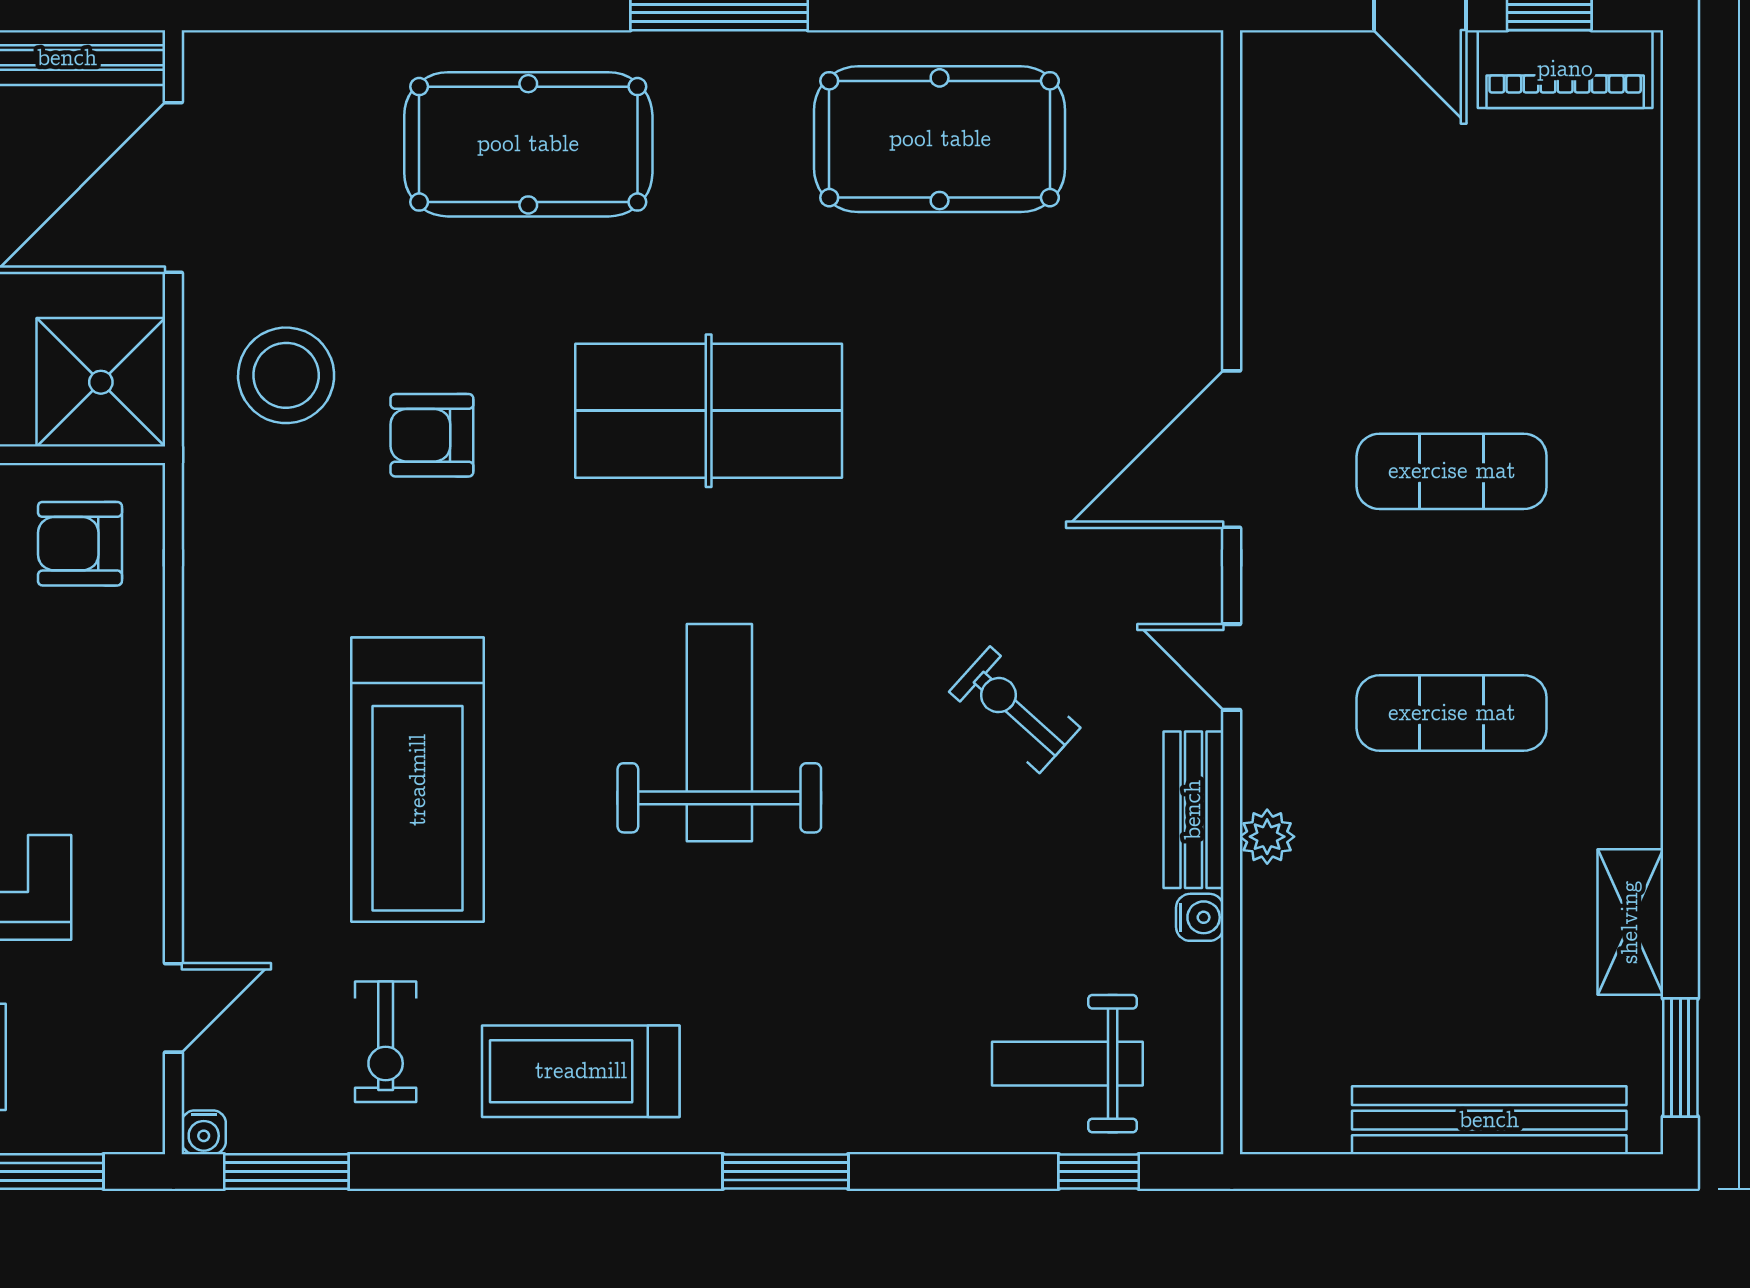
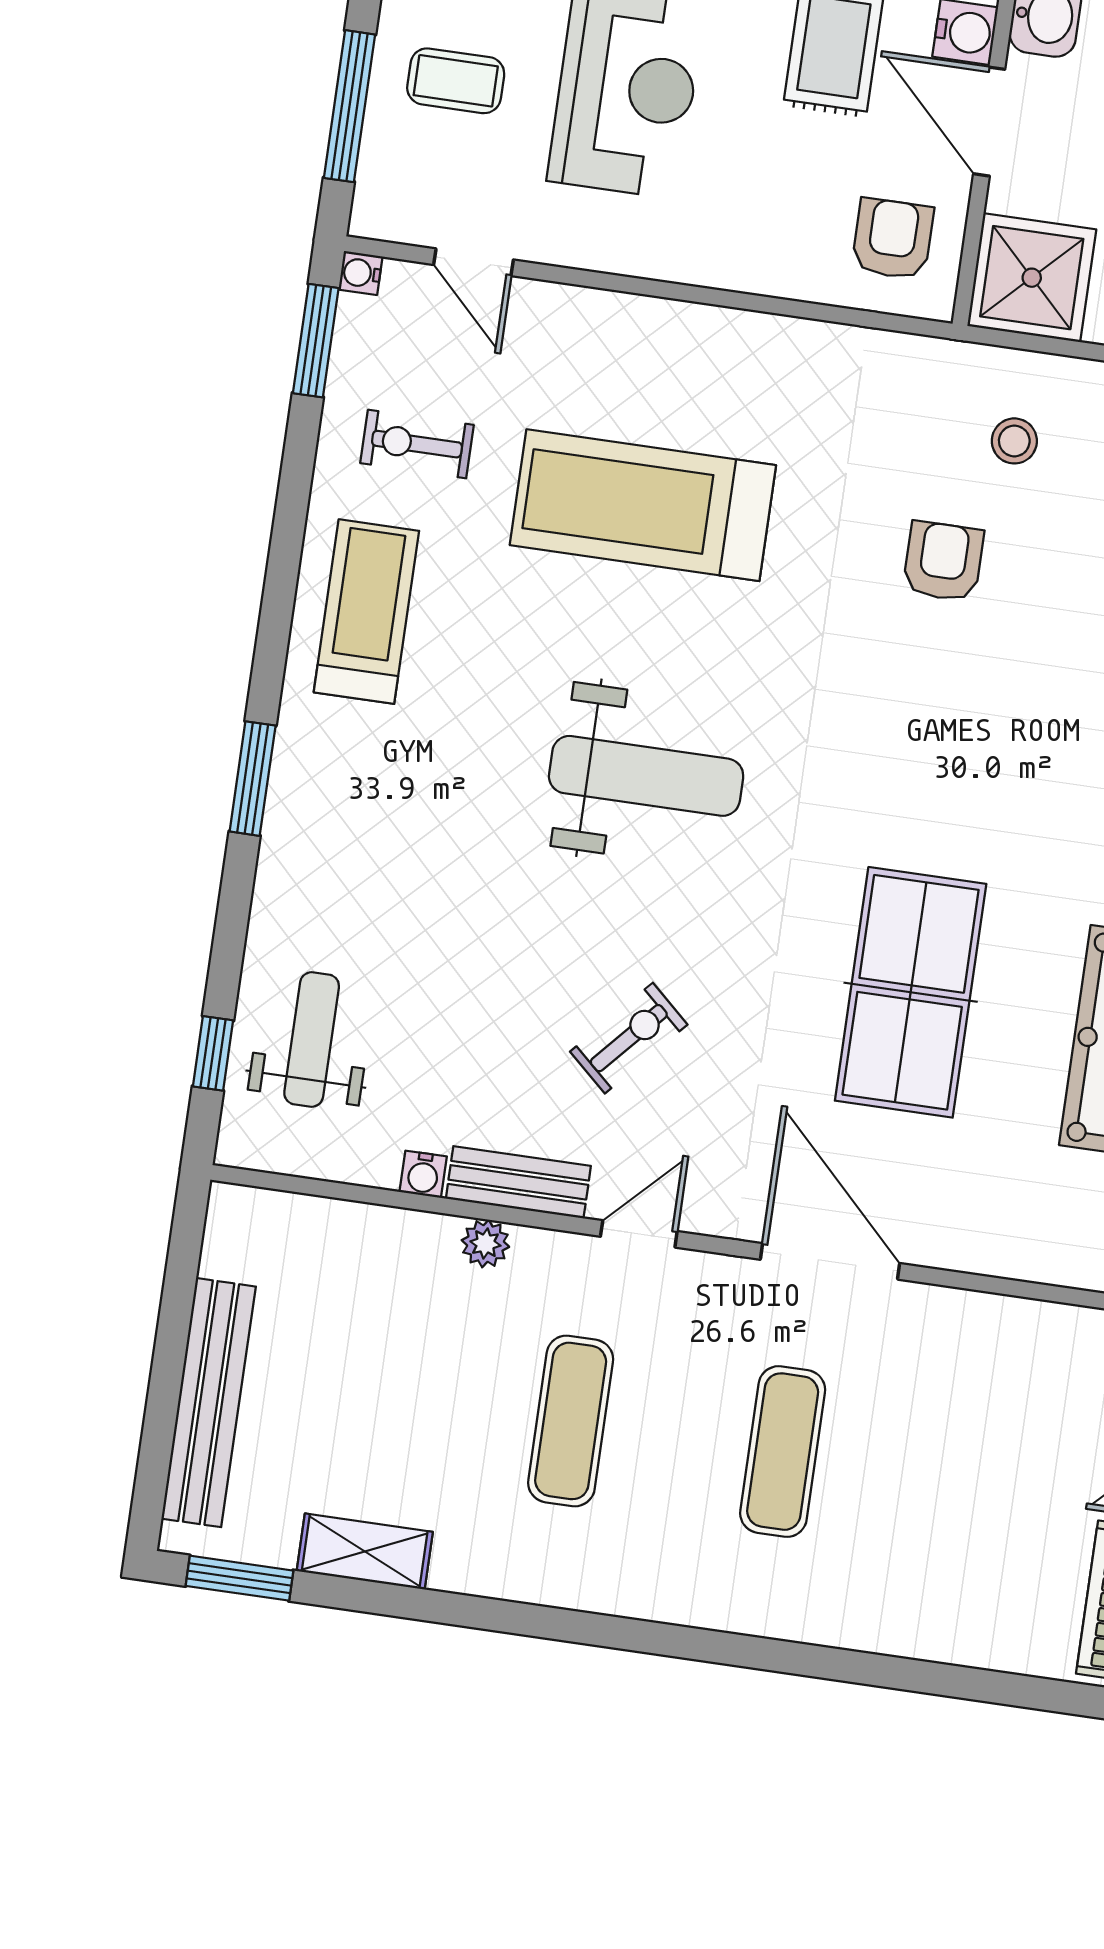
stool: (286, 375) -> (1014, 441), width x0.53, depth x0.53
table tennis table: (709, 411) -> (911, 992), moved

